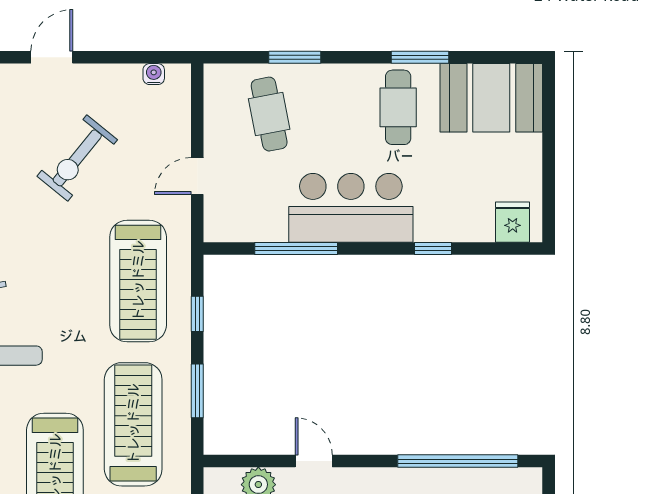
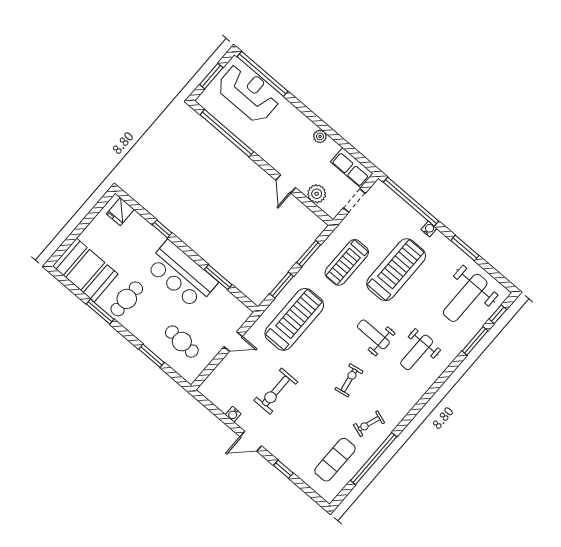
water cooler: (154, 74) -> (233, 414), moved
cafe table: (269, 114) -> (182, 342), turned -76
exercise bike: (77, 158) -> (276, 391), turned 141
window: (296, 248) -> (218, 277), width x0.69
window: (197, 314) -> (282, 285), width x1.50
treadmill: (133, 424) -> (347, 262), width x0.73, depth x0.73

